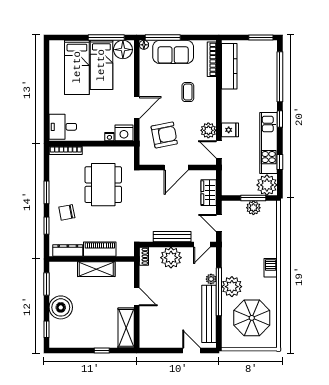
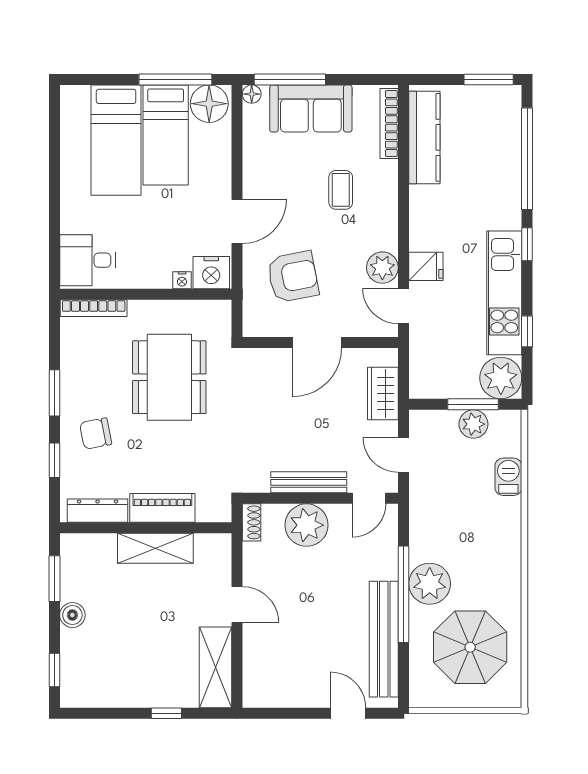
barbecue: (271, 268) -> (508, 477), moved
plant: (211, 279) -> (388, 568), removed
boiler: (61, 307) -> (72, 615), width x0.54, depth x0.54

